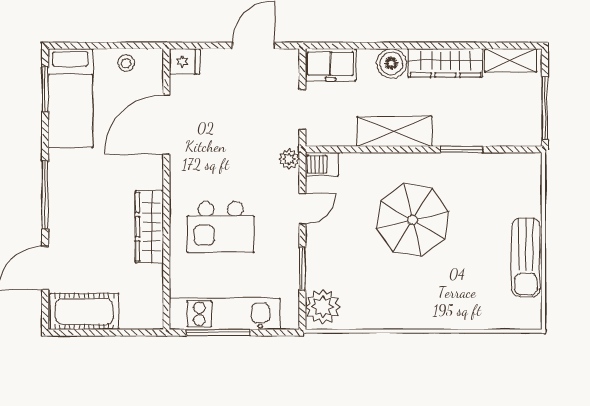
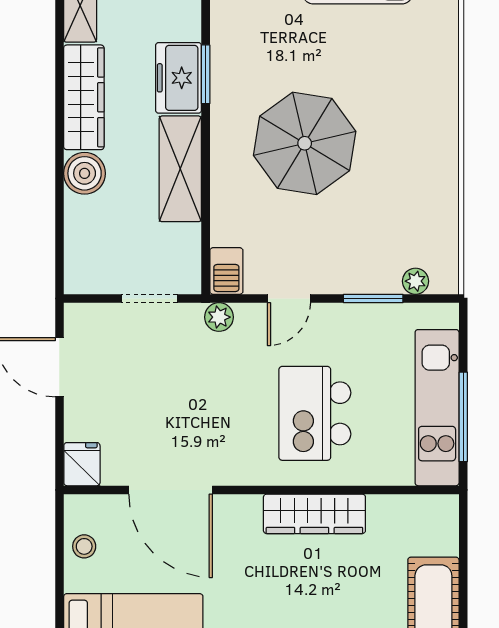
freezer: (330, 65) -> (179, 78), moved, turned 180
door: (302, 209) -> (289, 298), swing flipped
kitchen island: (221, 227) -> (315, 413), turned 180
plant: (323, 307) -> (415, 281), width x0.53, depth x0.53

